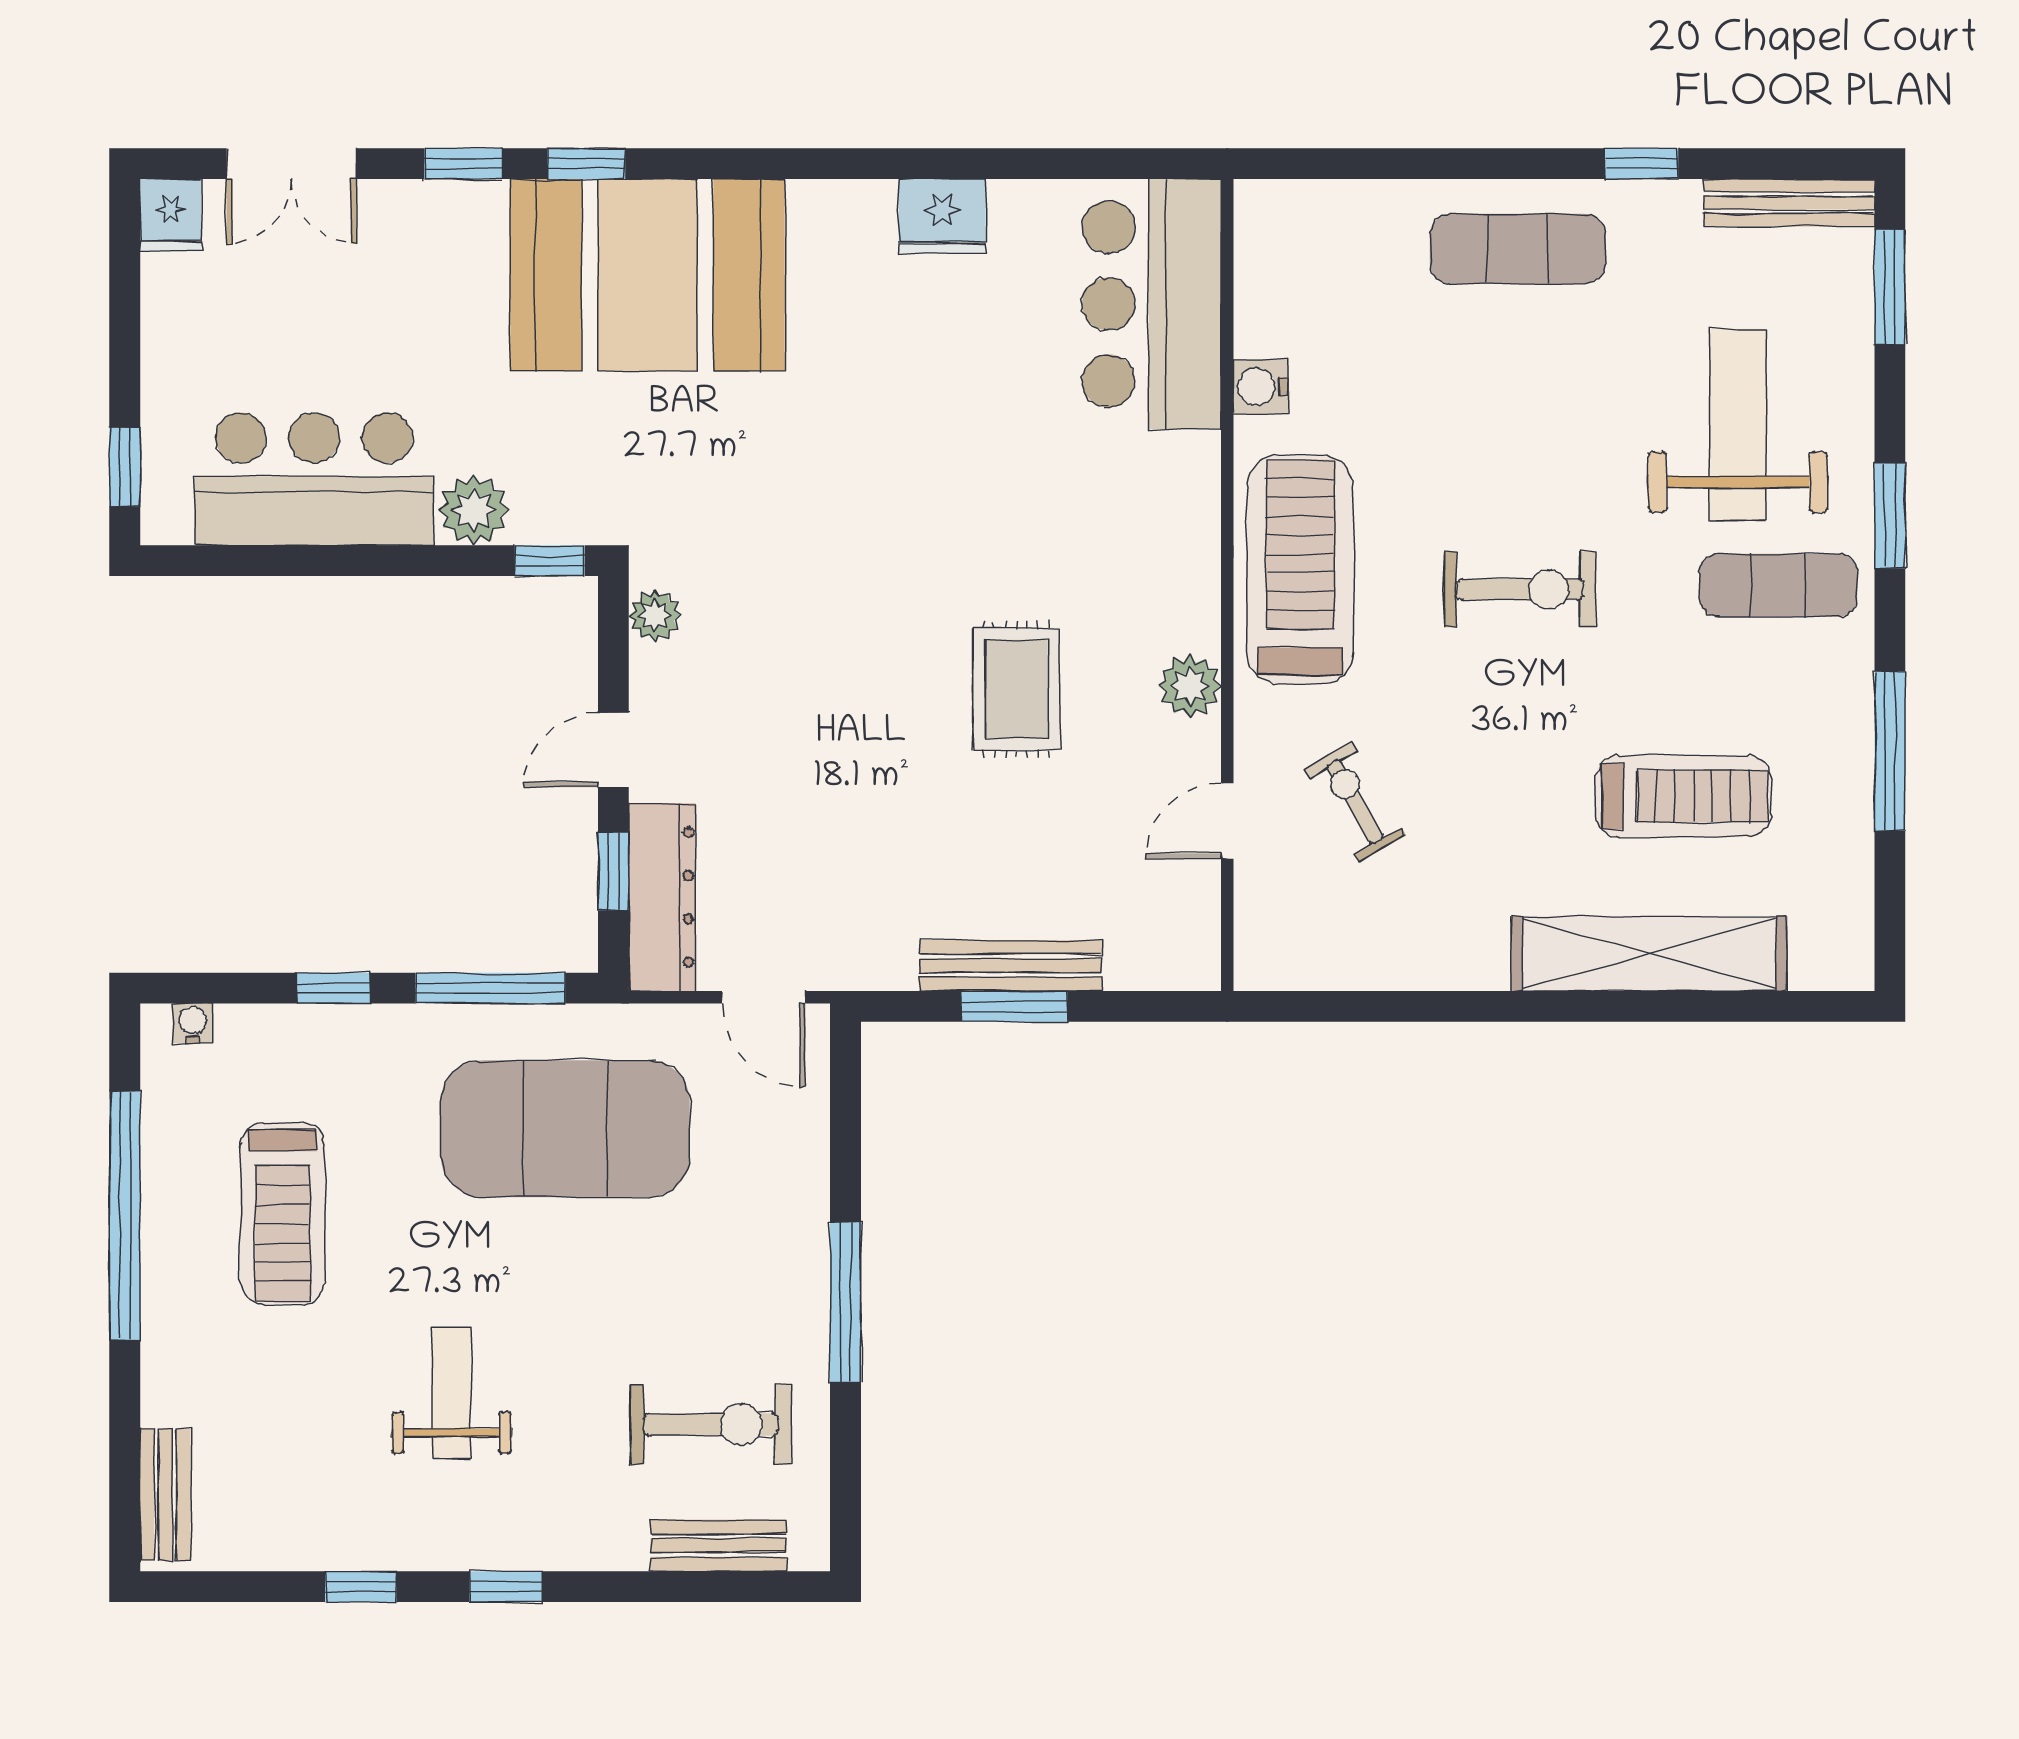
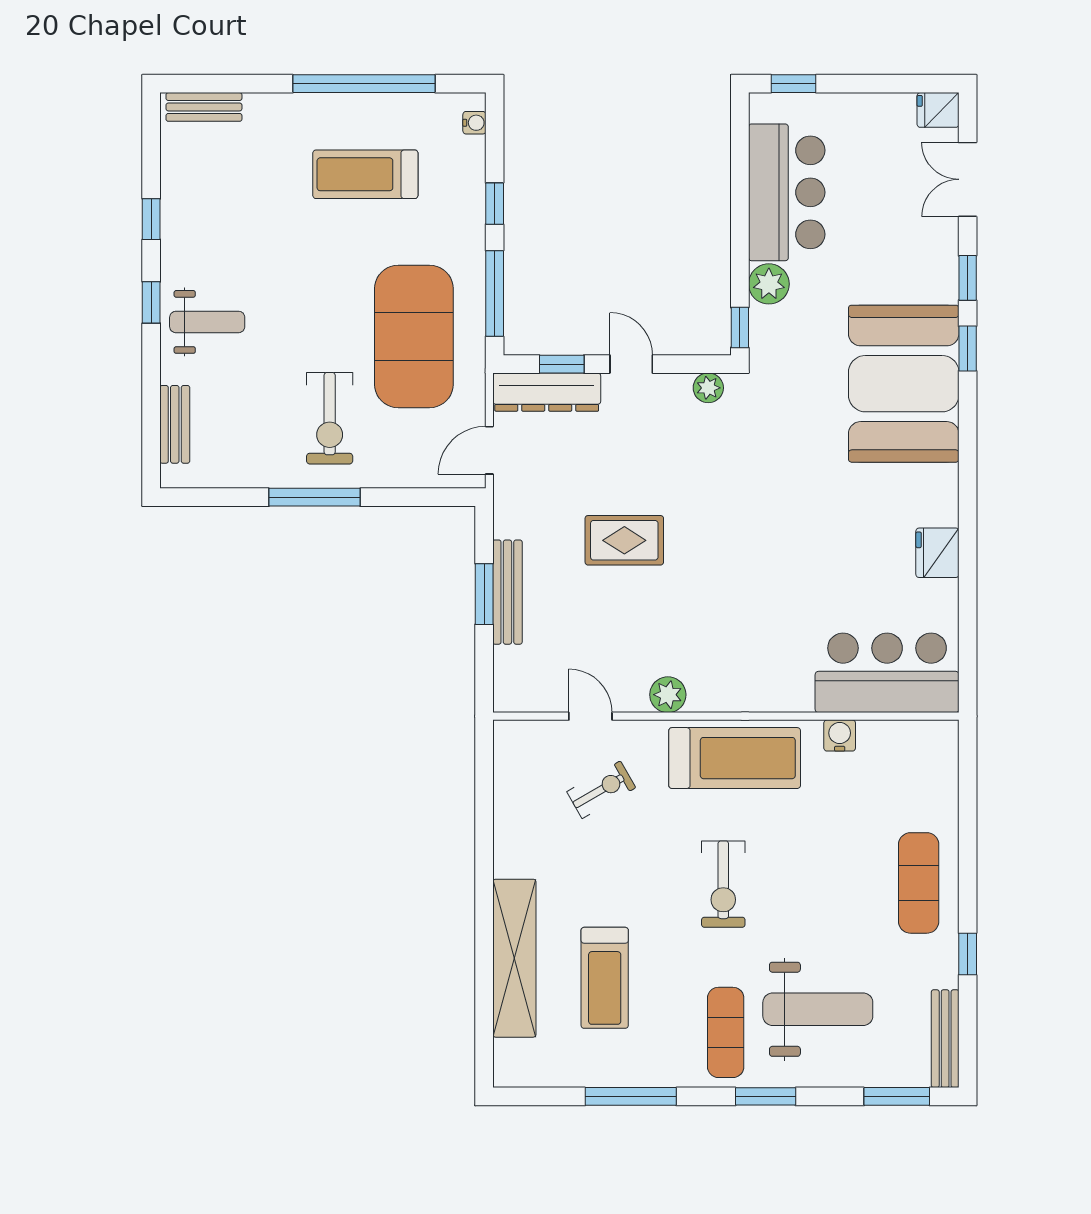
rug: (1016, 689) -> (624, 540), moved
weight bench: (452, 1394) -> (207, 322), moved
exercise bike: (711, 1425) -> (330, 418), moved

